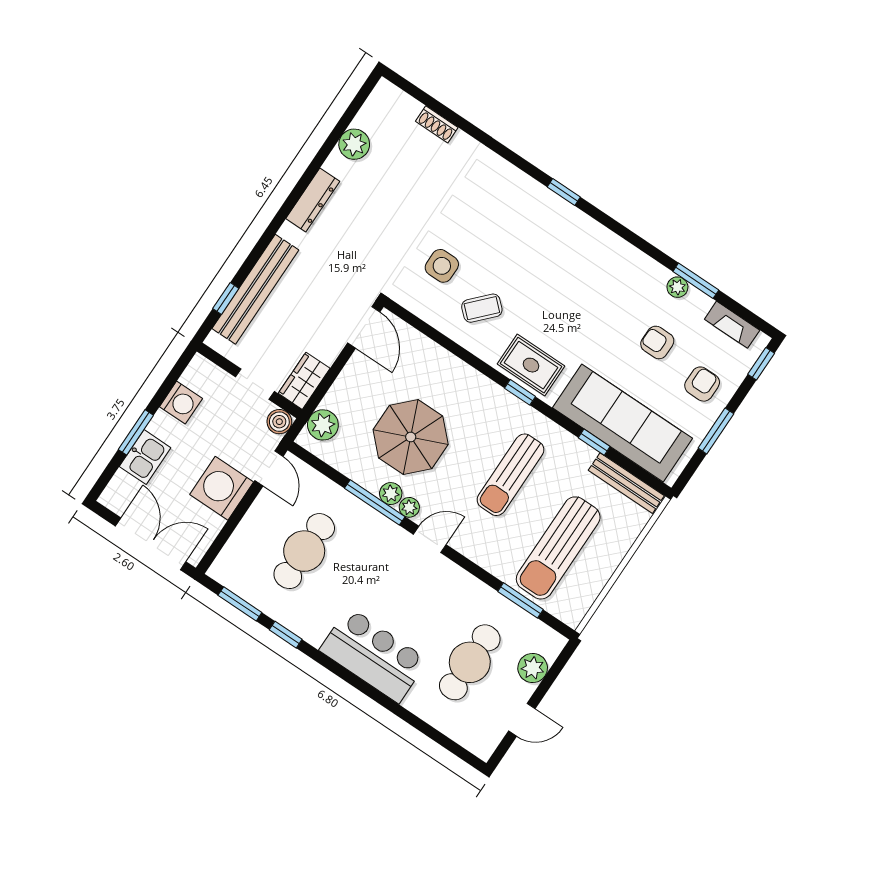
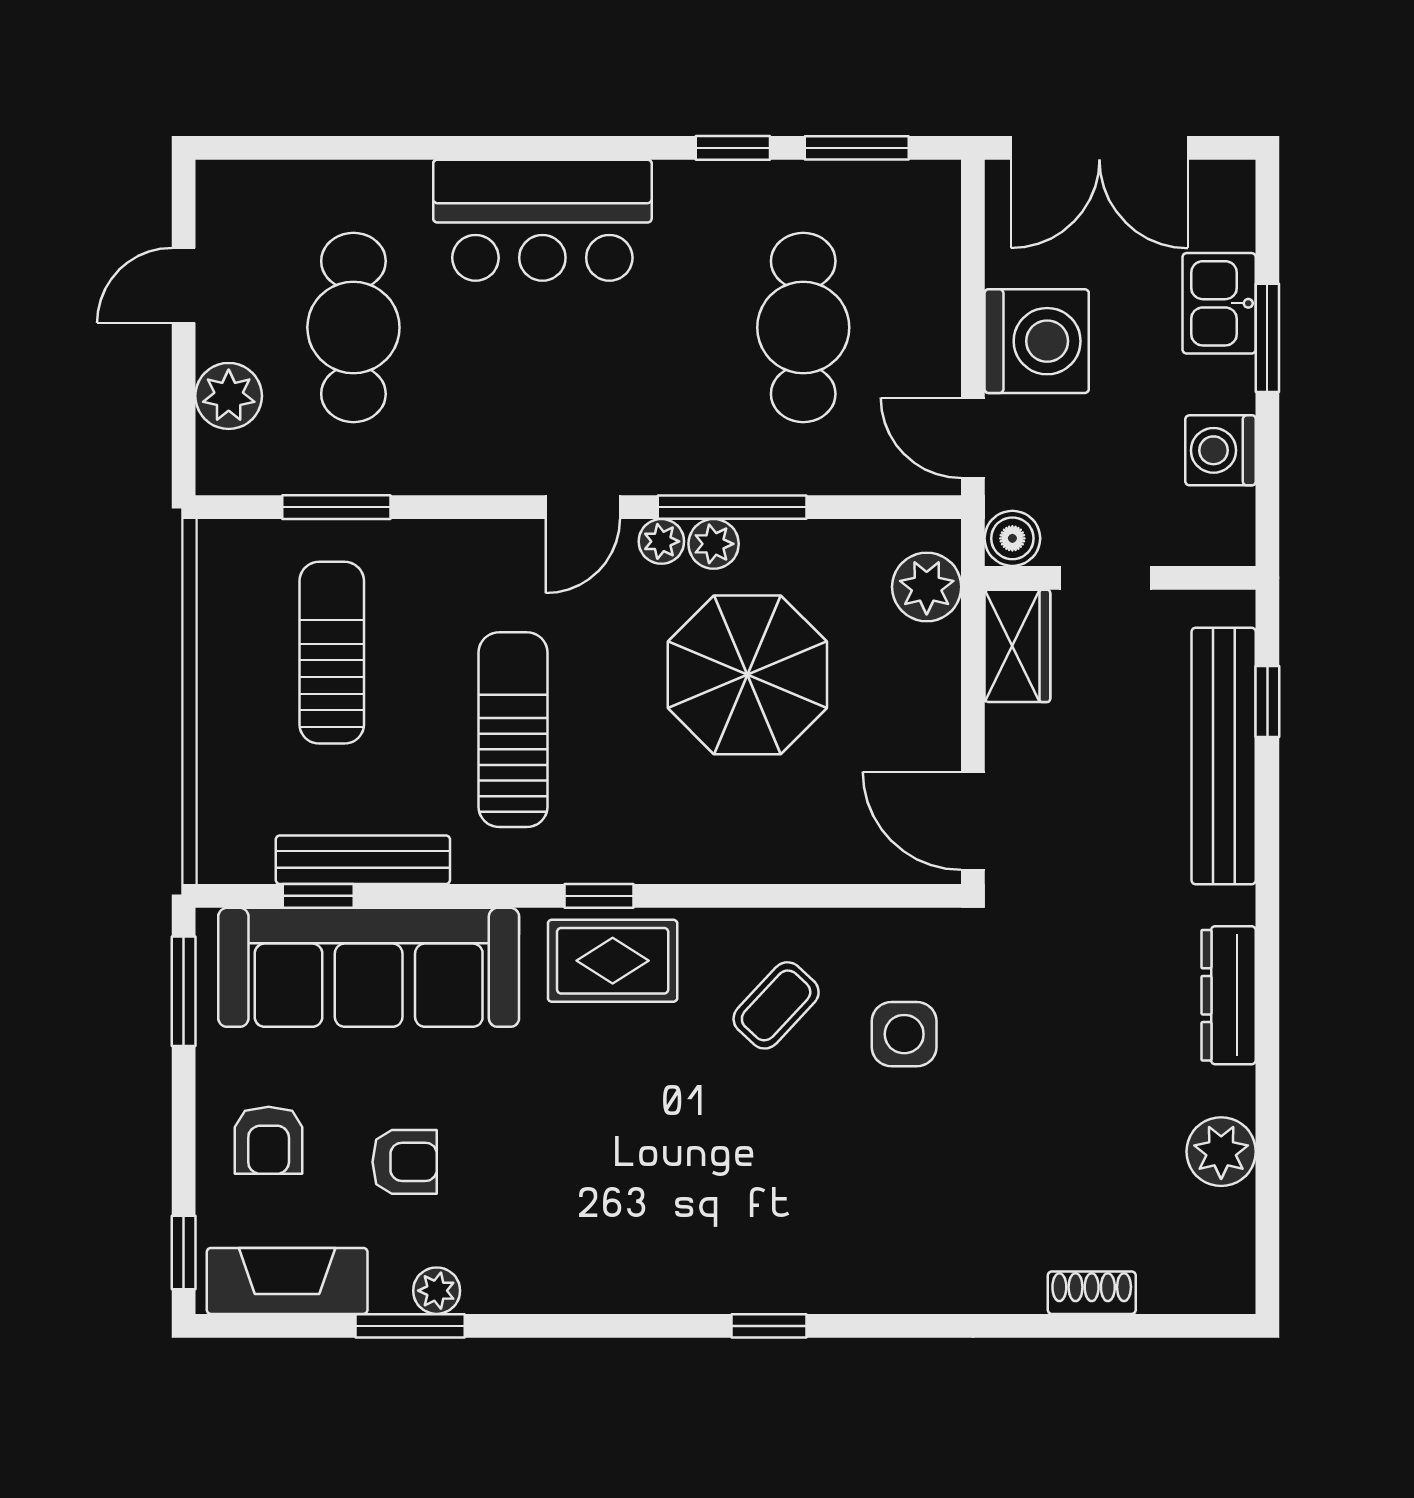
fireplace: (732, 325) -> (287, 1281), width x1.37, depth x1.32
window: (716, 431) -> (184, 991), moved
window: (594, 442) -> (318, 896), moved
bench: (626, 483) -> (363, 860), moved
sun lounger: (558, 548) -> (332, 653), width x0.73, depth x0.75

